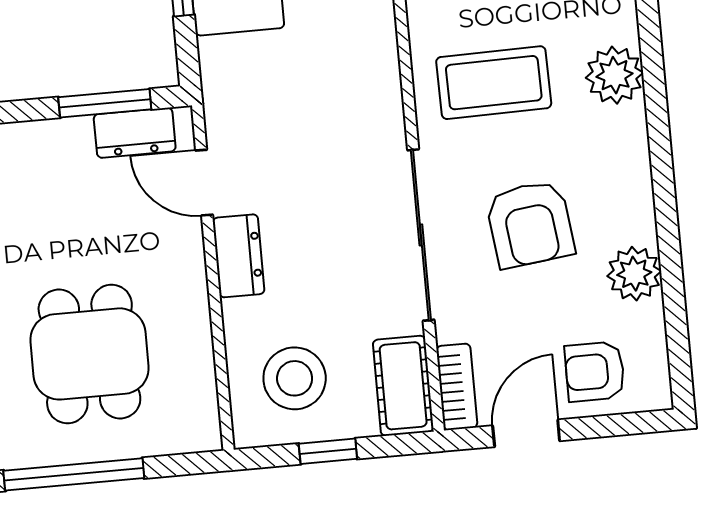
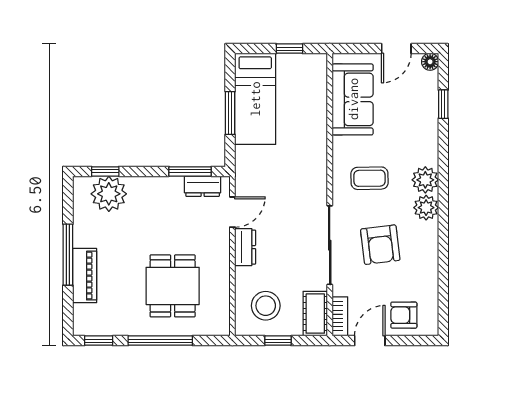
coffee table: (494, 83) -> (370, 178), width x0.73, depth x0.77
door: (204, 183) -> (232, 212), swing flipped
plant: (634, 274) -> (426, 208), moved

